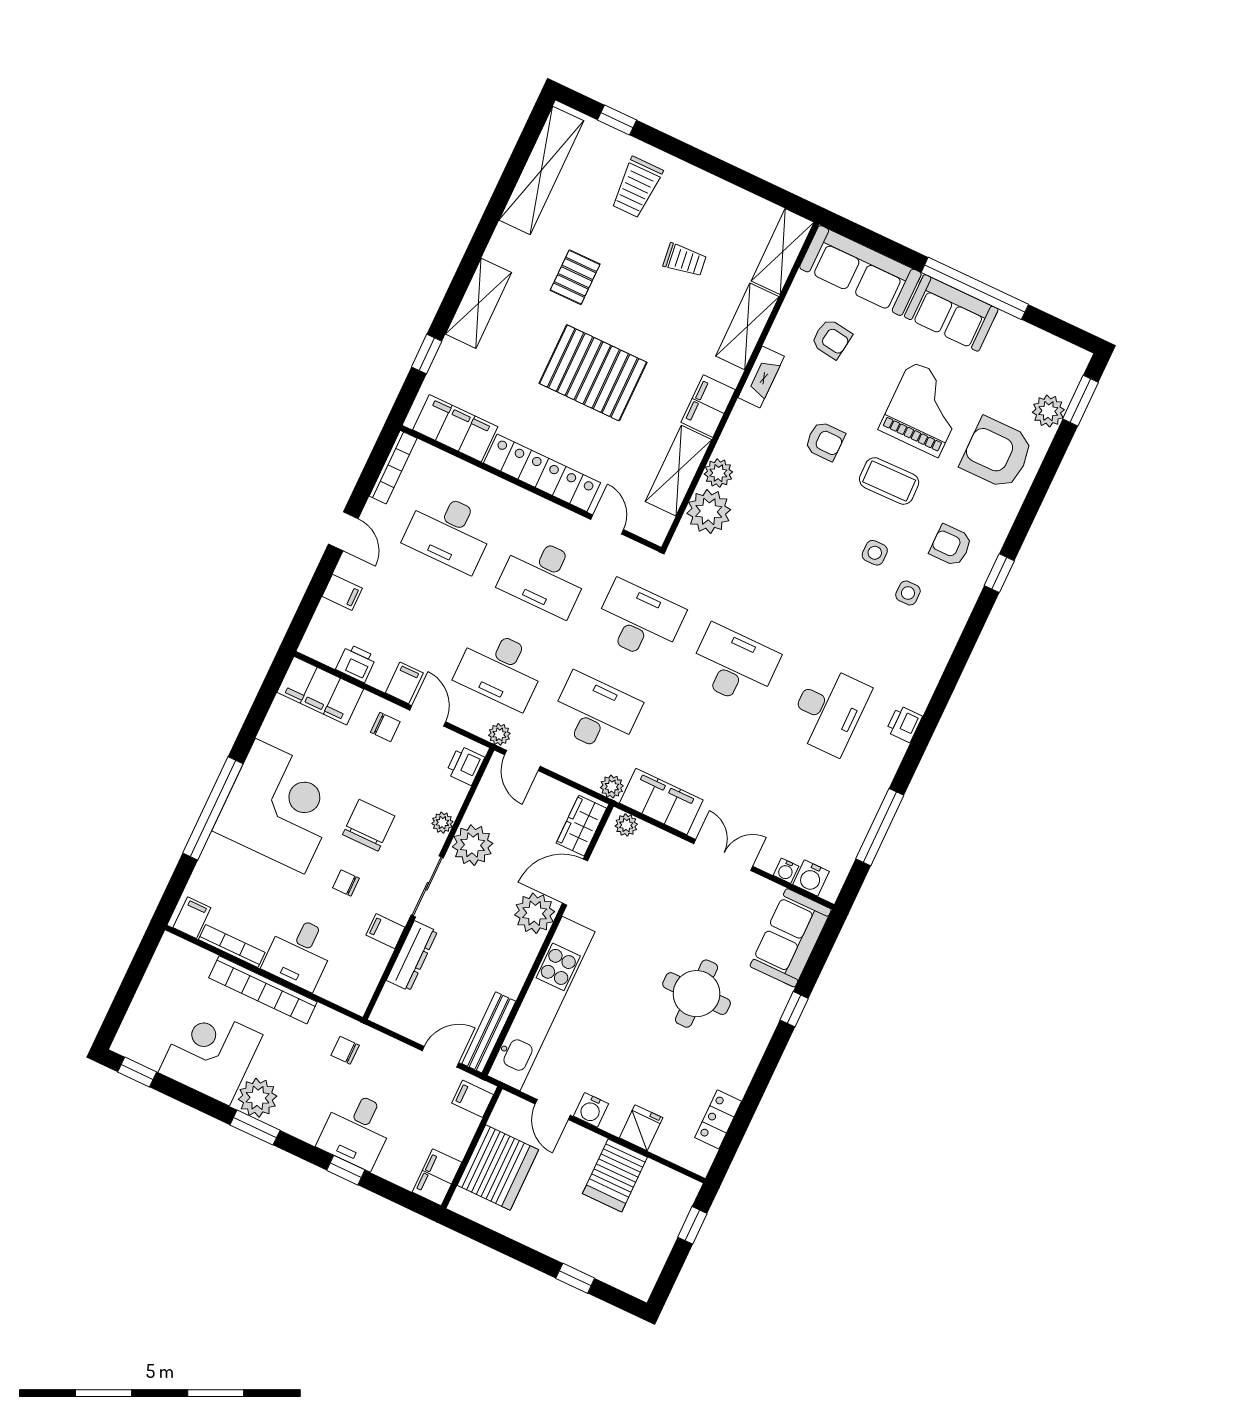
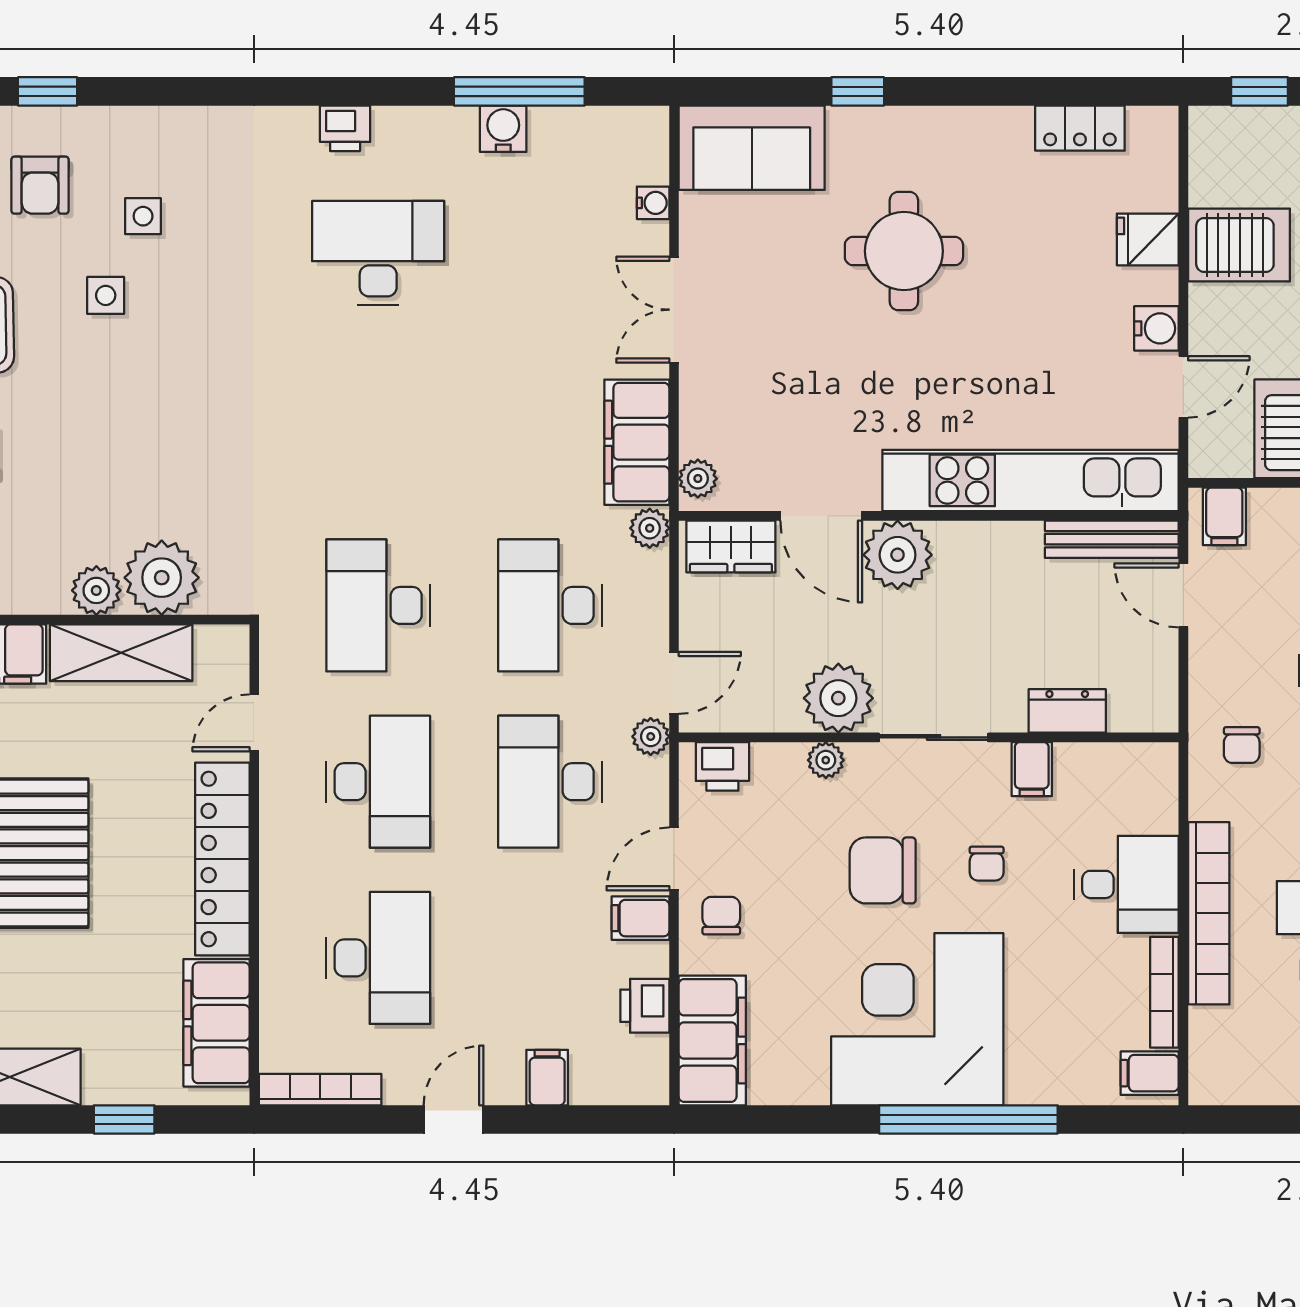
desk: (734, 666) -> (378, 429), removed
desk: (501, 669) -> (550, 782), turned 180
water cooler: (811, 878) -> (503, 129), moved, turned -90
dresser: (412, 956) -> (1067, 711), width x0.70

